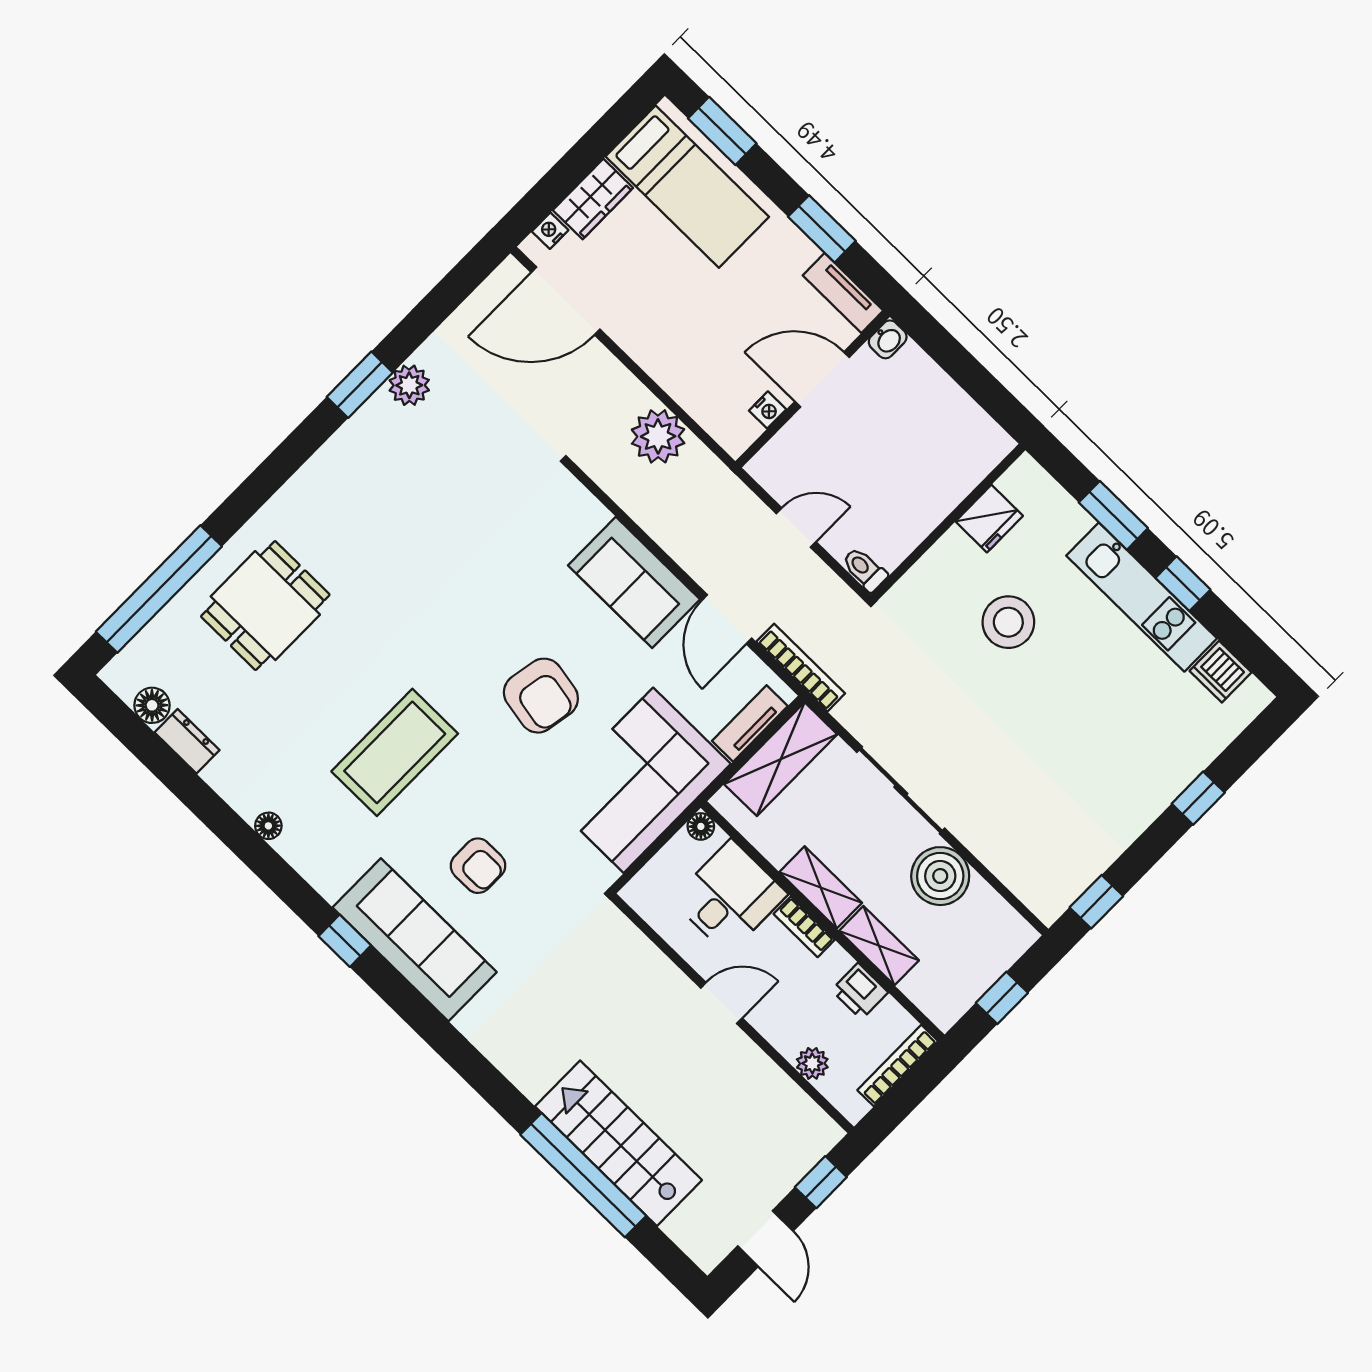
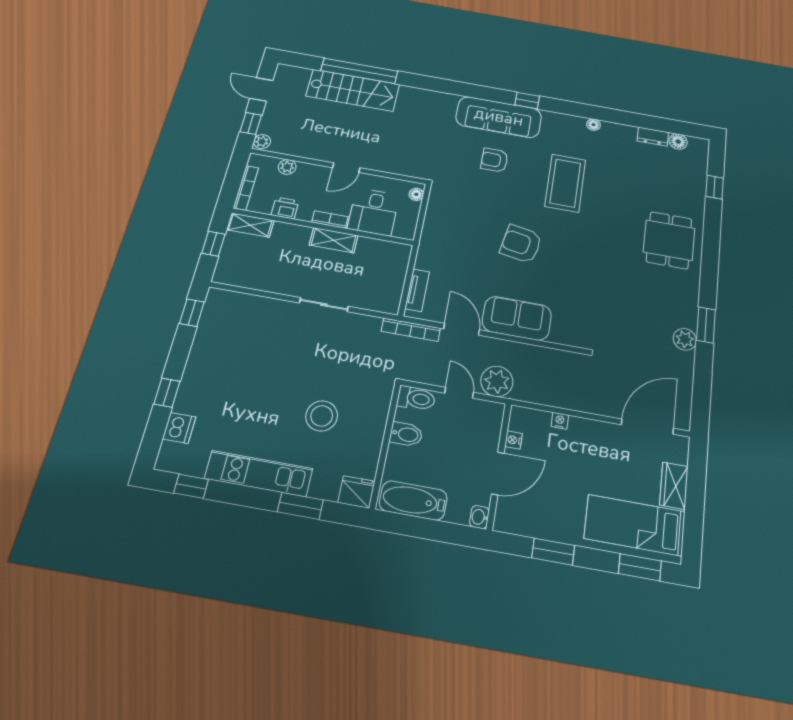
nightstand: (550, 231) -> (560, 421), moved, turned -90
tv unit: (843, 293) -> (519, 525), removed
bathtub: (960, 421) -> (413, 500), added
plant: (658, 436) -> (497, 381), moved
bidet: (910, 518) -> (406, 434), added
fridge: (989, 519) -> (356, 492), moved, turned 90
door: (796, 528) -> (459, 393), swing flipped
toilet: (865, 569) -> (416, 398), width x1.37, depth x1.39
window: (1183, 584) -> (191, 486), moved
window: (159, 589) -> (715, 187), width x0.32
dining table: (265, 606) -> (669, 240), moved
dishwasher: (1221, 672) -> (179, 428), moved, turned 90
shelving: (781, 759) -> (391, 284), removed
corner sofa: (638, 780) -> (451, 235), removed
sliding door: (901, 790) -> (324, 305), width x0.73
floor lamp: (701, 826) -> (416, 194), moved
boiler: (940, 876) -> (279, 278), removed
shelving: (879, 946) -> (250, 225), moved
plant: (823, 1136) -> (262, 142), added

